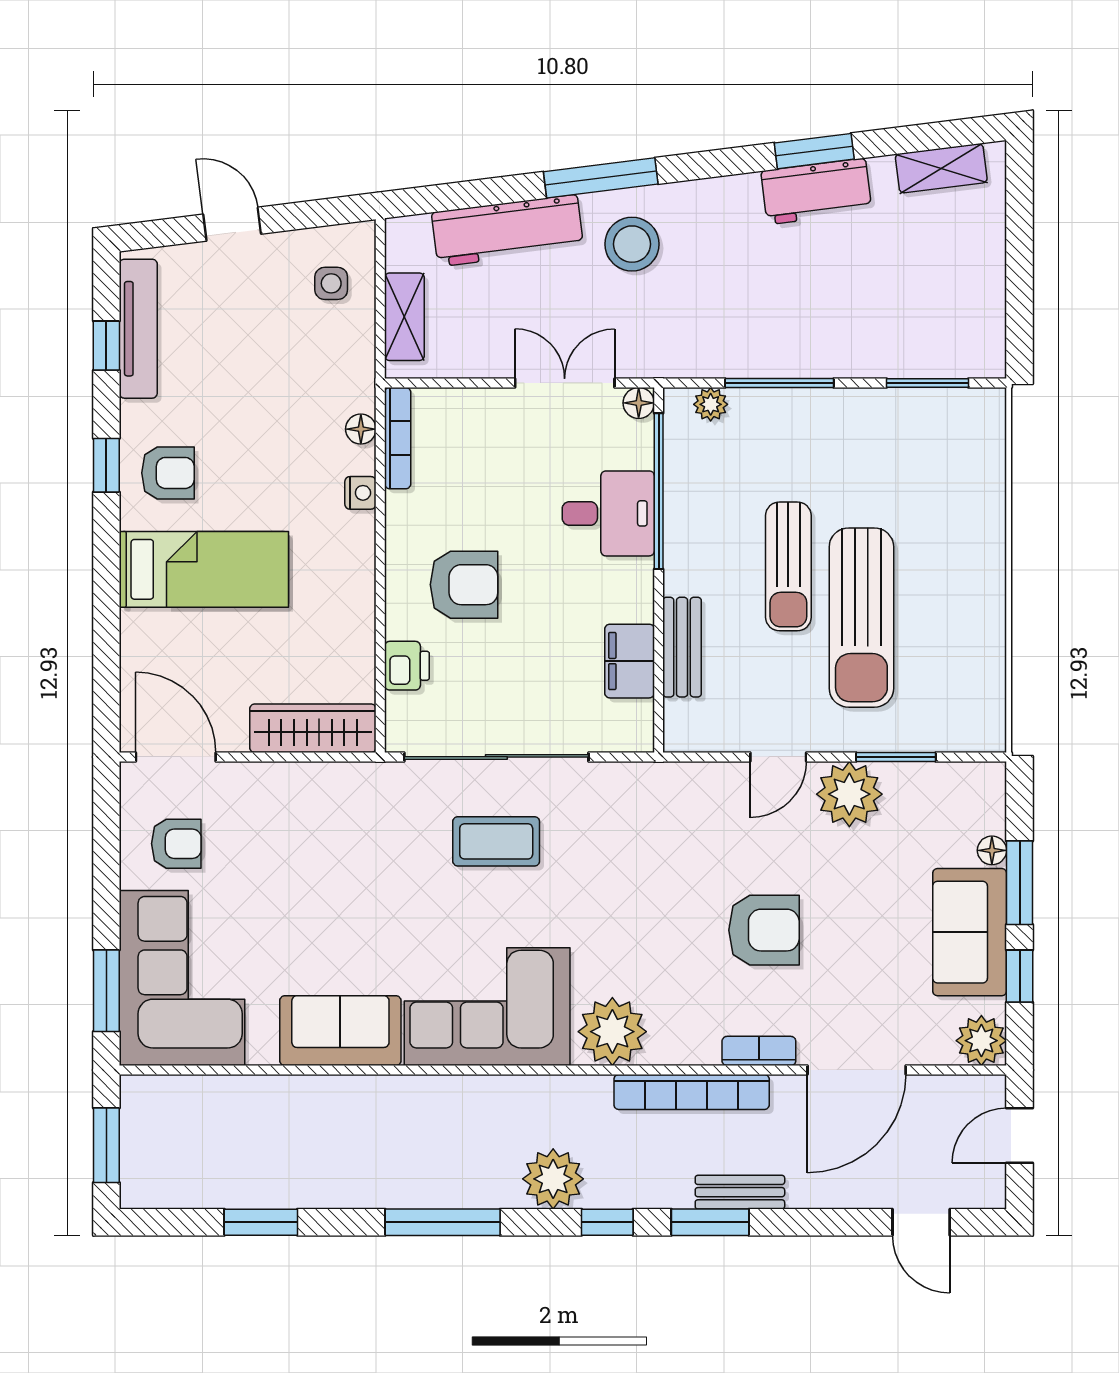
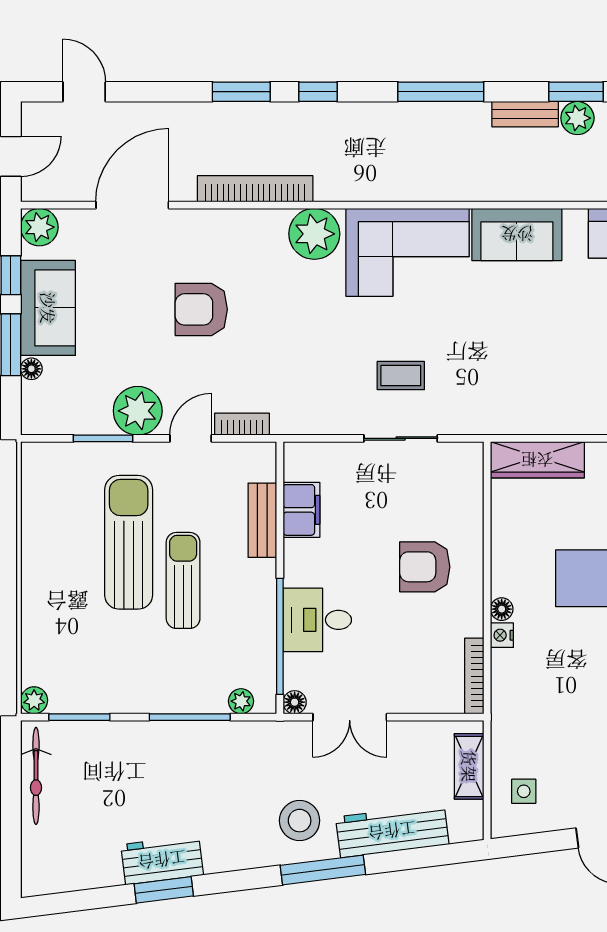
shelving: (941, 168) -> (69, 877), removed
bicycle: (986, 304) -> (36, 776), added
plant: (988, 405) -> (34, 700), added
floor lamp: (361, 429) -> (502, 609), moved
printer: (407, 666) -> (467, 506), removed
sliding door: (496, 757) -> (401, 438), width x0.54
coffee table: (496, 841) -> (401, 376), width x0.73, depth x0.77
bookcase: (759, 1051) -> (242, 424), moved, turned 180
plant: (553, 1179) -> (577, 118), moved, width x0.73, depth x0.73
bench: (740, 1192) -> (525, 114), moved

